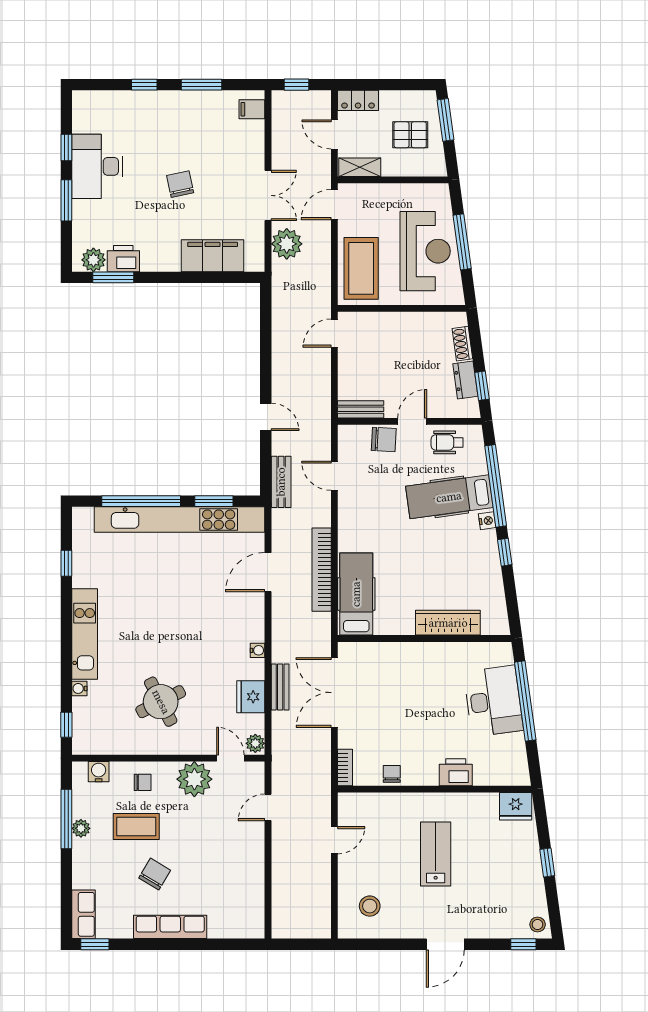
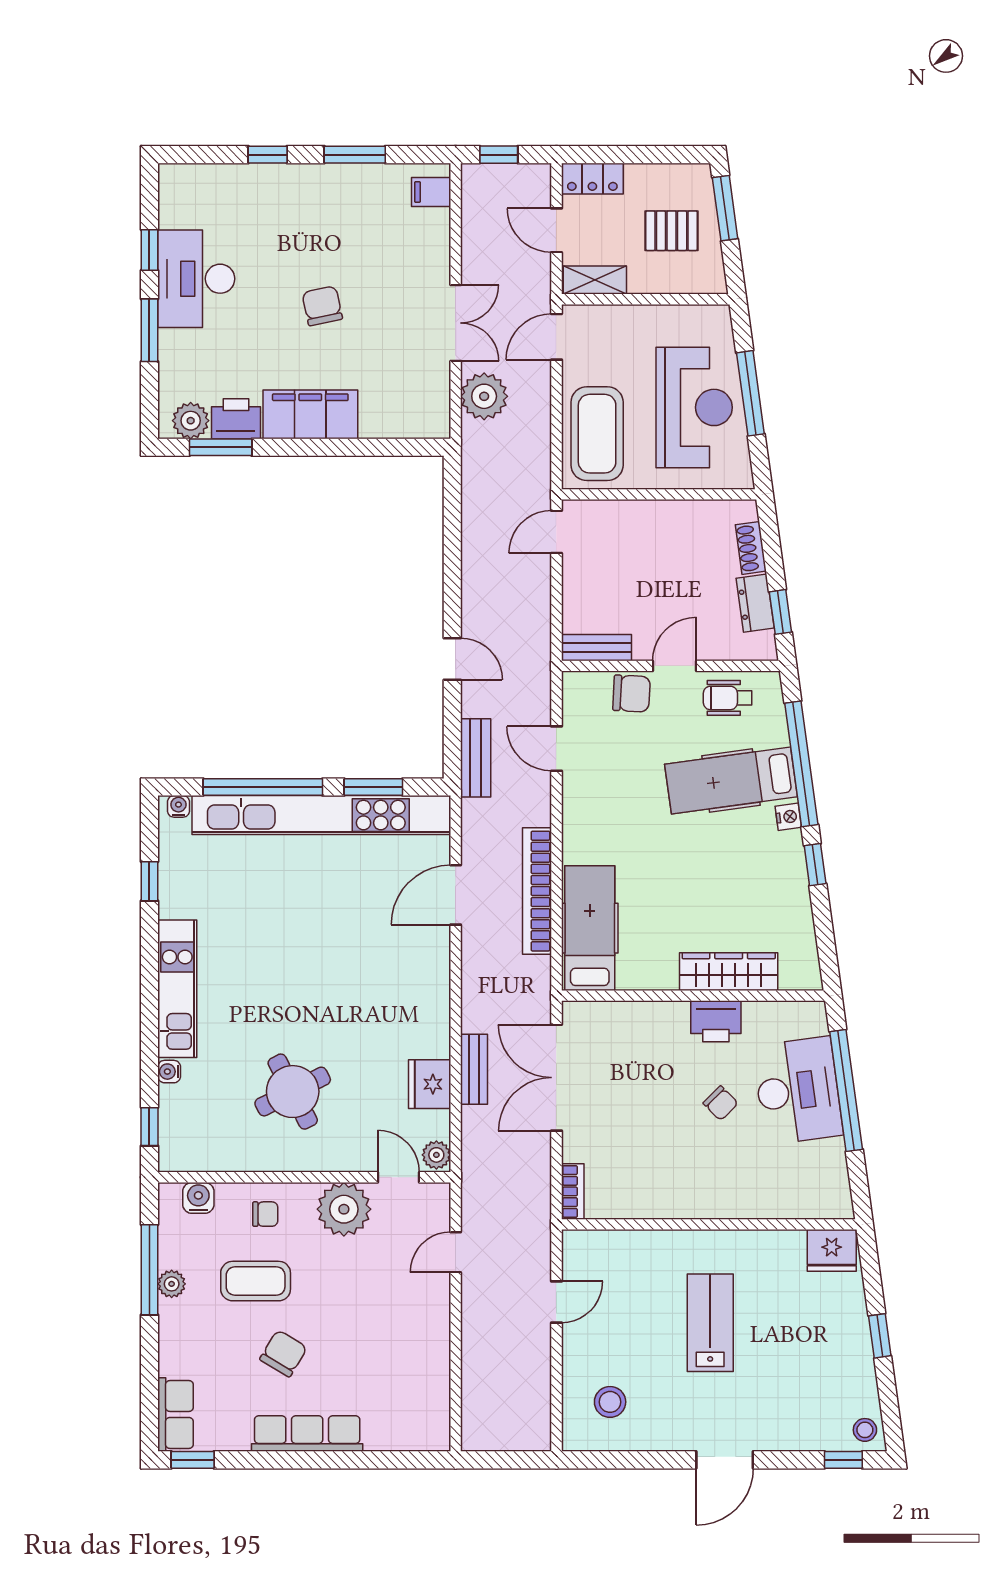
filing cabinet: (213, 256) -> (310, 414), moved
water cooler: (257, 650) -> (178, 806), moved, turned -90
printer: (456, 772) -> (716, 1021), moved, turned 180
chair: (392, 774) -> (721, 1103), moved, turned 135

